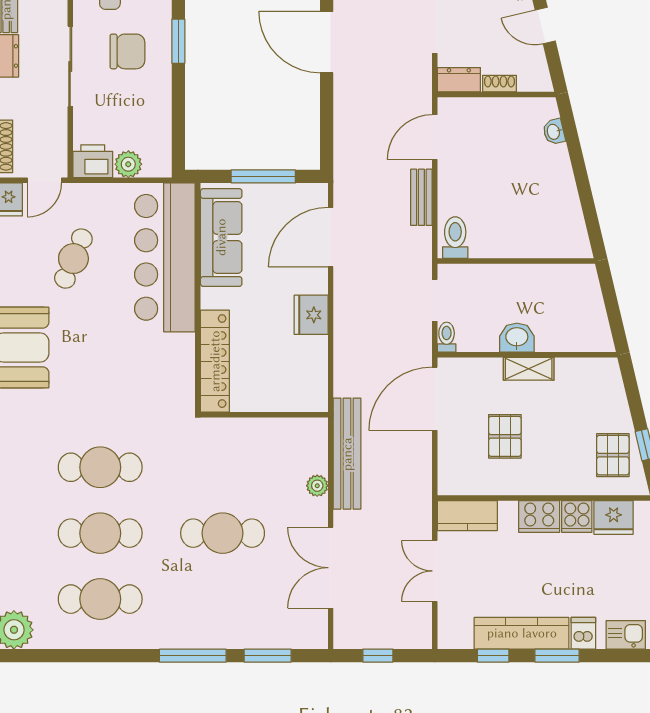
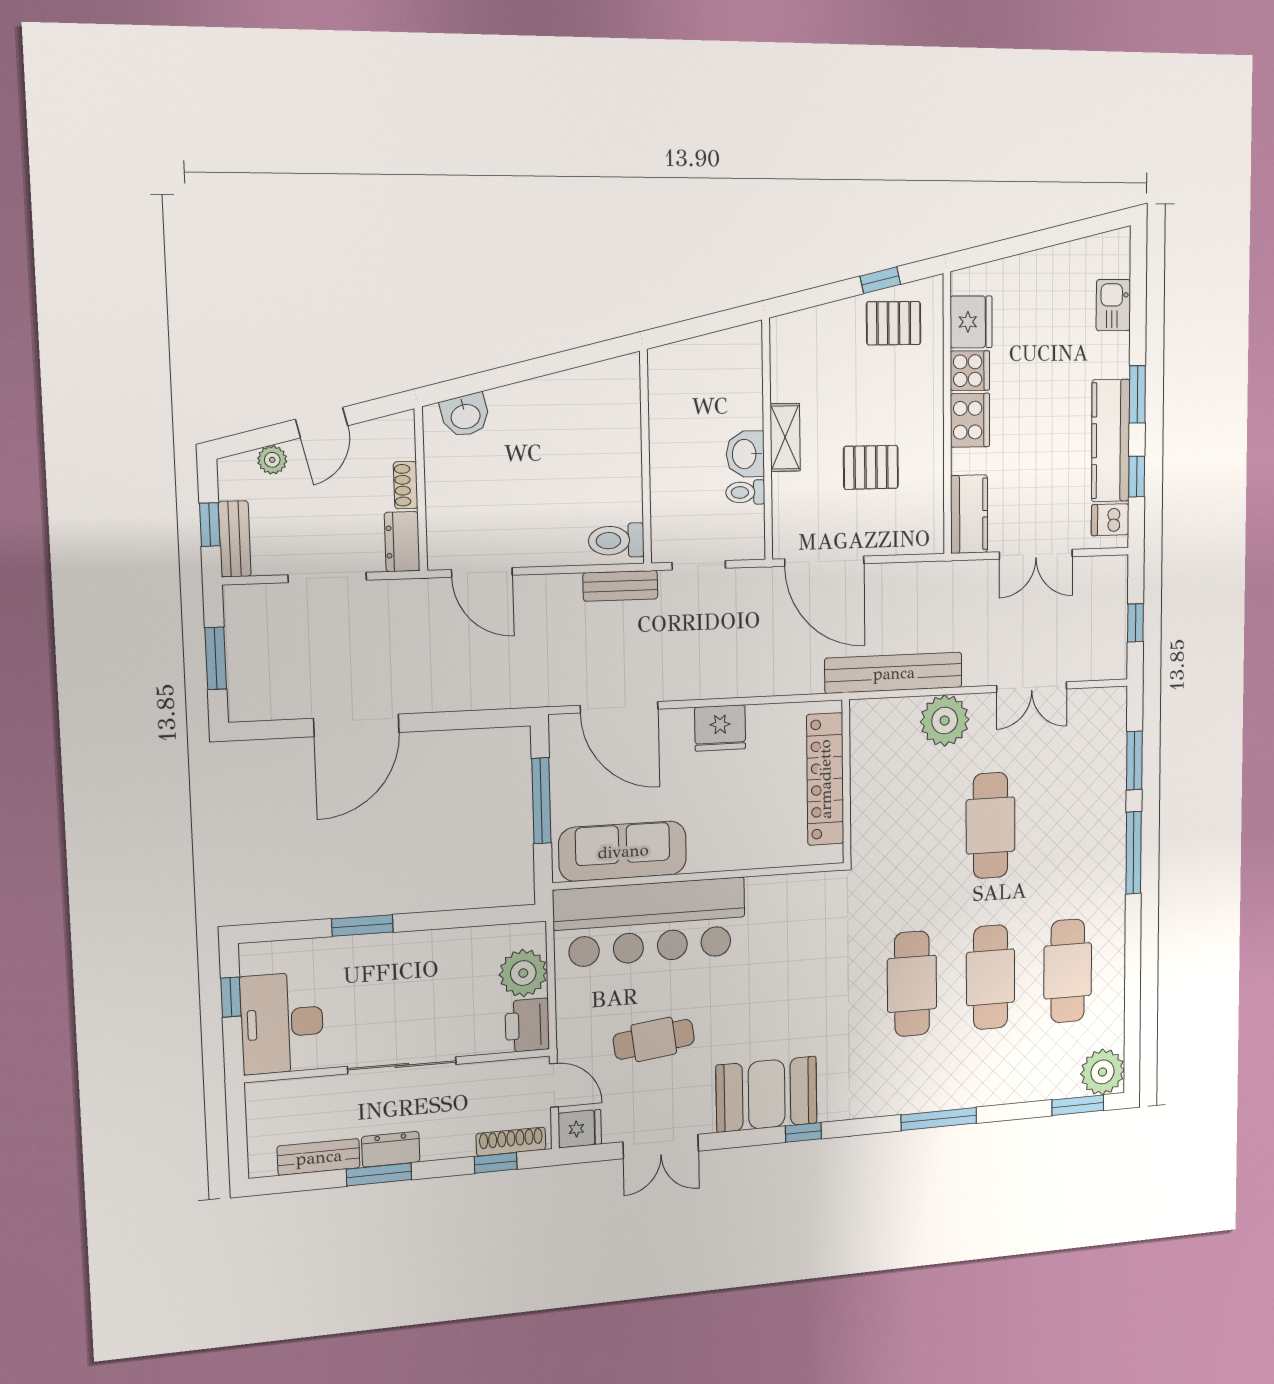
chair: (127, 51) -> (379, 992), removed
washbasin: (554, 132) -> (465, 415), width x1.38, depth x1.45
plant: (128, 164) -> (523, 973), width x1.36, depth x1.36
bench: (421, 197) -> (620, 586), moved
cafe table: (73, 259) -> (654, 1039), turned -30
toilet: (447, 337) -> (745, 492), moved
locker: (215, 361) -> (825, 779), moved, turned -90
plant: (317, 486) -> (945, 721), width x1.88, depth x1.88
double door: (331, 568) -> (1032, 687), width x0.73
dishwasher: (583, 633) -> (1110, 520), moved

